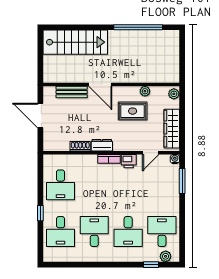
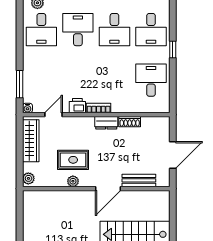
door: (100, 84) -> (108, 189), swing flipped
plant: (145, 91) -> (73, 181), moved
door: (40, 116) -> (173, 155), hinge flipped
desk: (60, 232) -> (151, 30), turned 180

